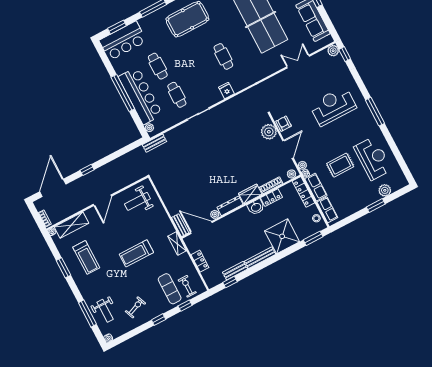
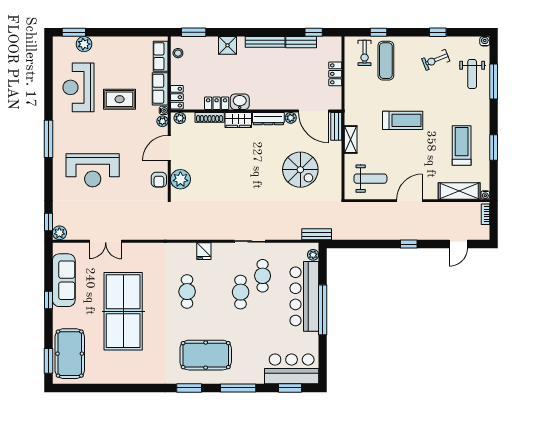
cafe table: (158, 66) -> (241, 292), moved
spiral stairs: (189, 182) -> (300, 170), added
door: (53, 188) -> (458, 244), width x0.53
locker: (304, 192) -> (177, 97), width x0.66
window: (376, 206) -> (74, 32), moved
shower: (282, 236) -> (228, 45), width x0.54, depth x0.54
shelving: (177, 243) -> (351, 140), moved
weight bench: (105, 311) -> (472, 74), turned 180
window: (159, 320) -> (438, 32), moved

